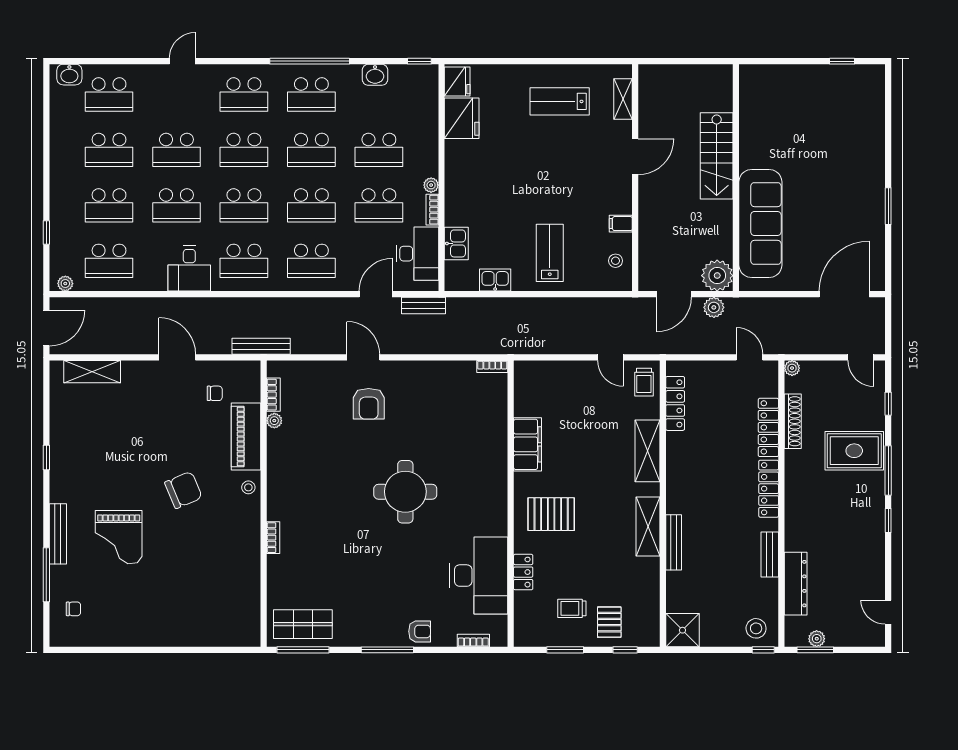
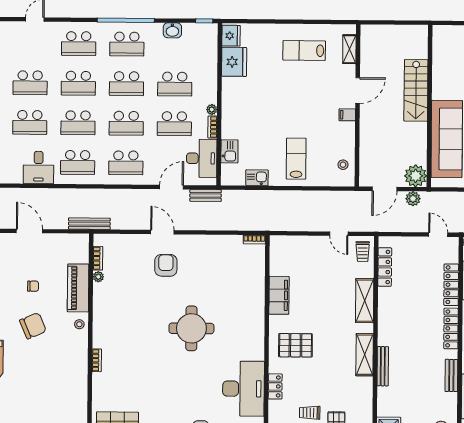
filing cabinet: (621, 224) -> (347, 115), moved
chair: (215, 393) -> (33, 286), moved
armchair: (369, 404) -> (166, 265), turned 180

